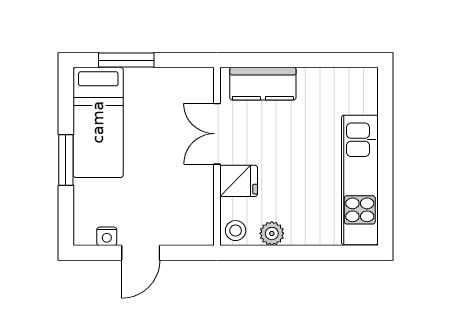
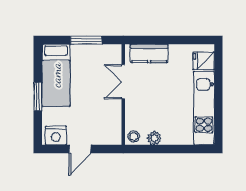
window: (126, 60) -> (86, 40), moved
fridge: (239, 181) -> (204, 61), moved, turned 180
nightstand: (107, 236) -> (56, 136), width x1.89, depth x1.79

